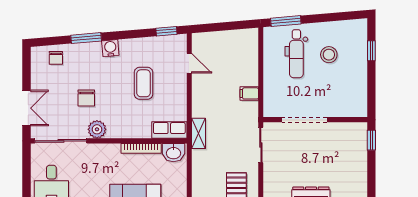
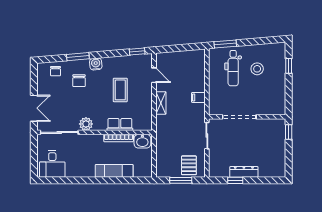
chair: (86, 98) -> (79, 81), moved
row of seats: (169, 130) -> (120, 124), moved
shelving: (199, 133) -> (161, 103), moved

